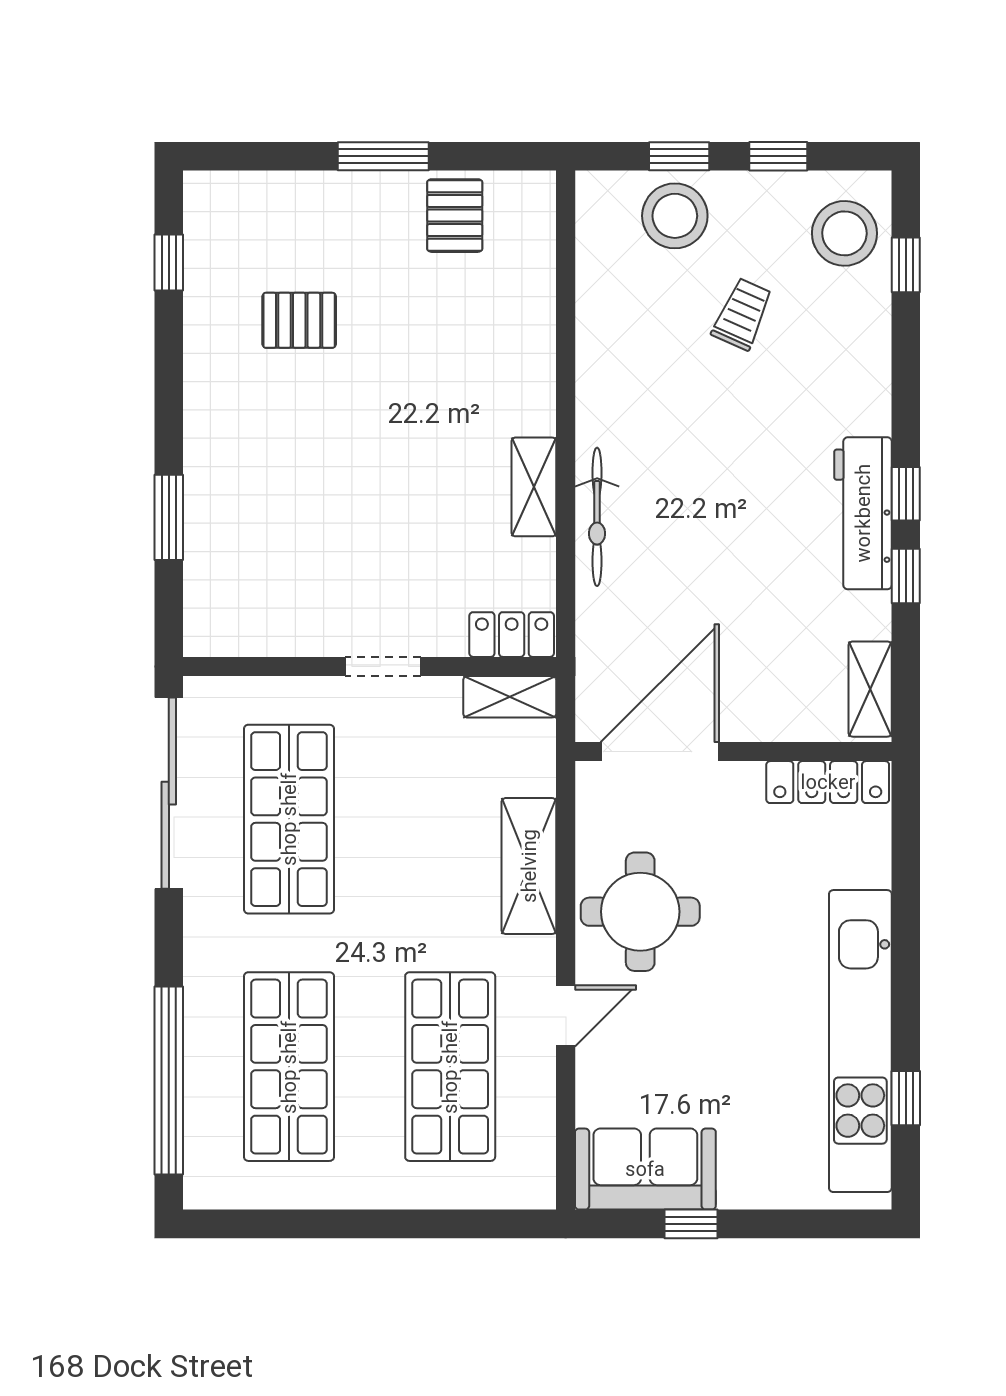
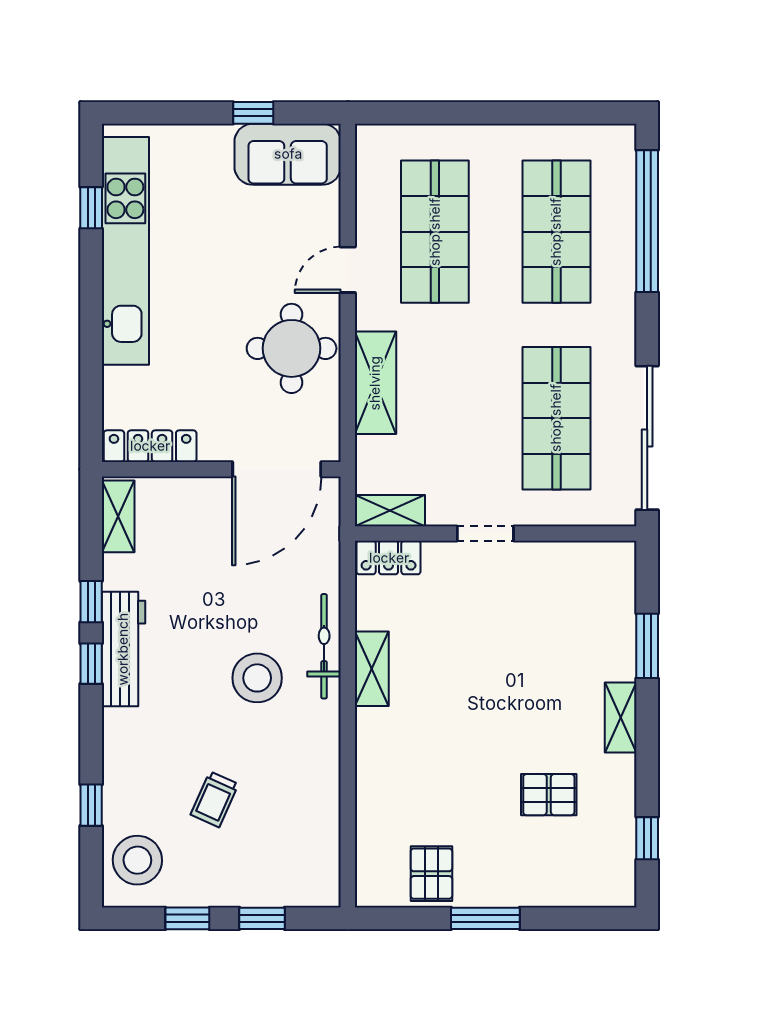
stool: (675, 216) -> (257, 678), moved
window: (906, 265) -> (91, 805), moved
shelving: (204, 422) -> (621, 718), added

